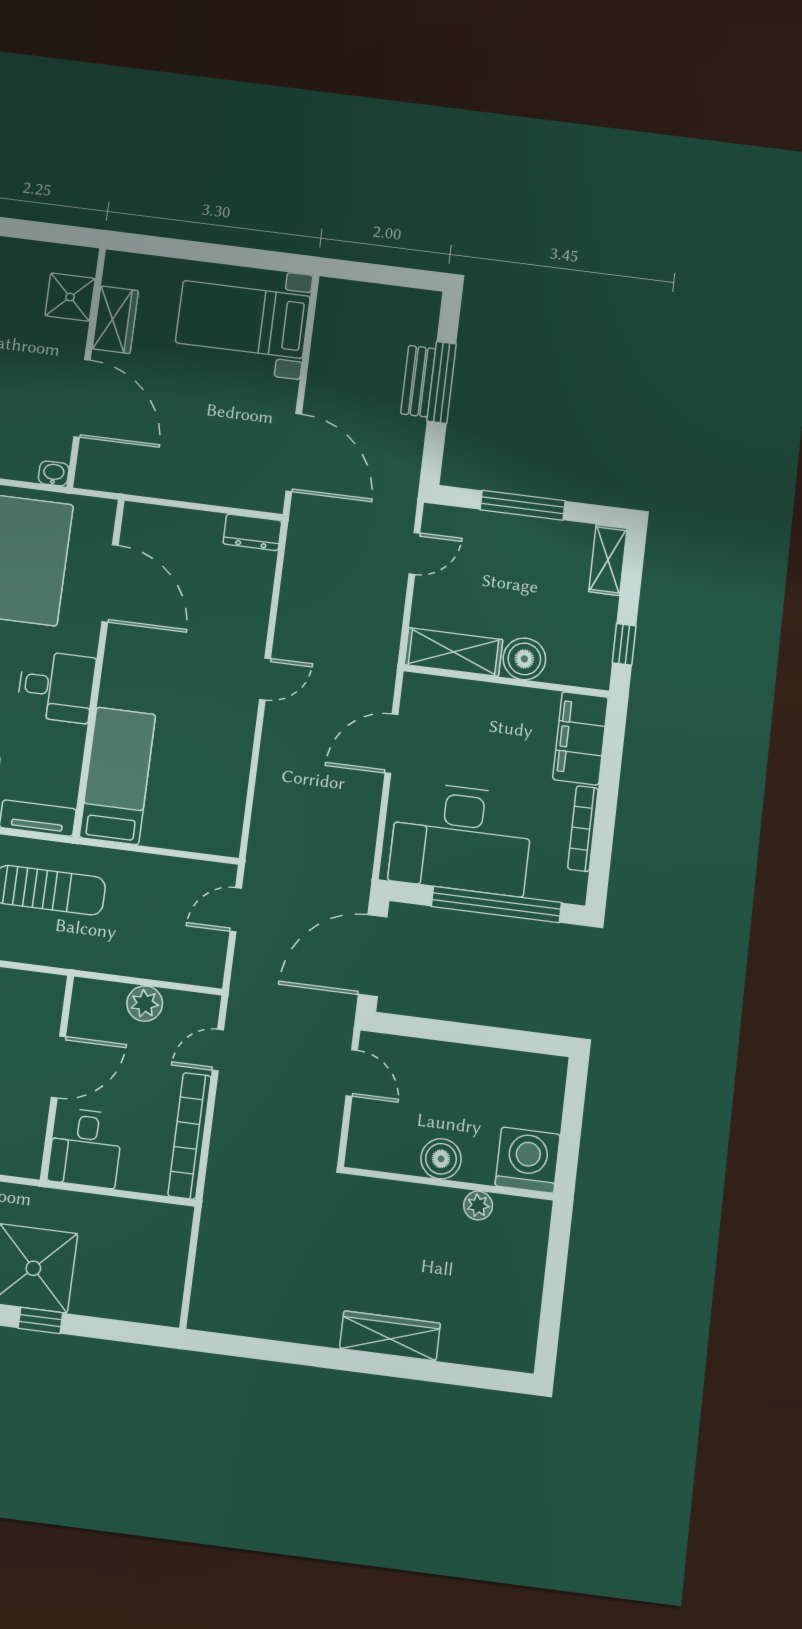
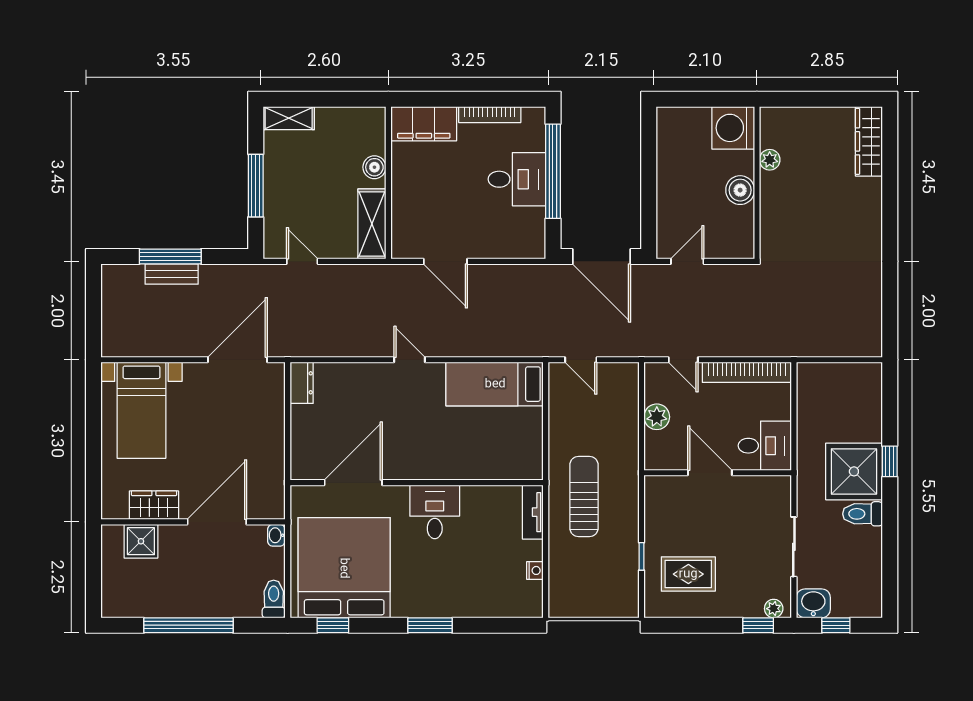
window: (624, 644) -> (350, 99), removed
boiler: (524, 659) -> (374, 167), width x0.73, depth x0.73
bed: (117, 776) -> (495, 384), moved
desk: (461, 838) -> (517, 179), width x0.53, depth x0.77
wardrobe: (390, 1336) -> (869, 141), moved

